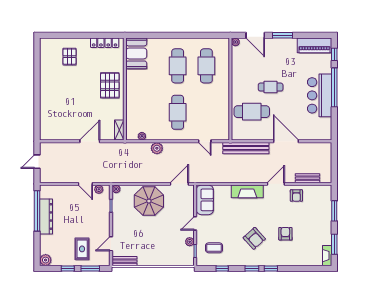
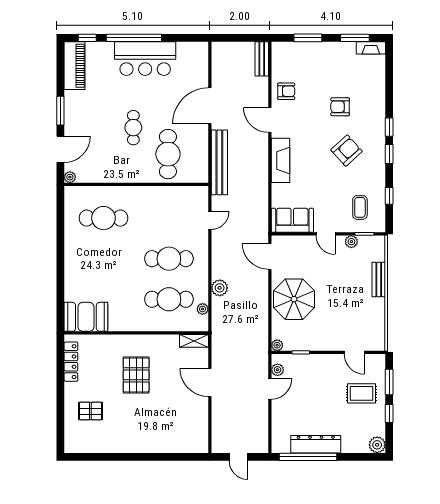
cafe table: (178, 66) -> (169, 299), moved
pallet: (110, 85) -> (136, 375), moved, turned 90
bench: (308, 178) -> (262, 59), moved
bench: (124, 261) -> (379, 280), moved

